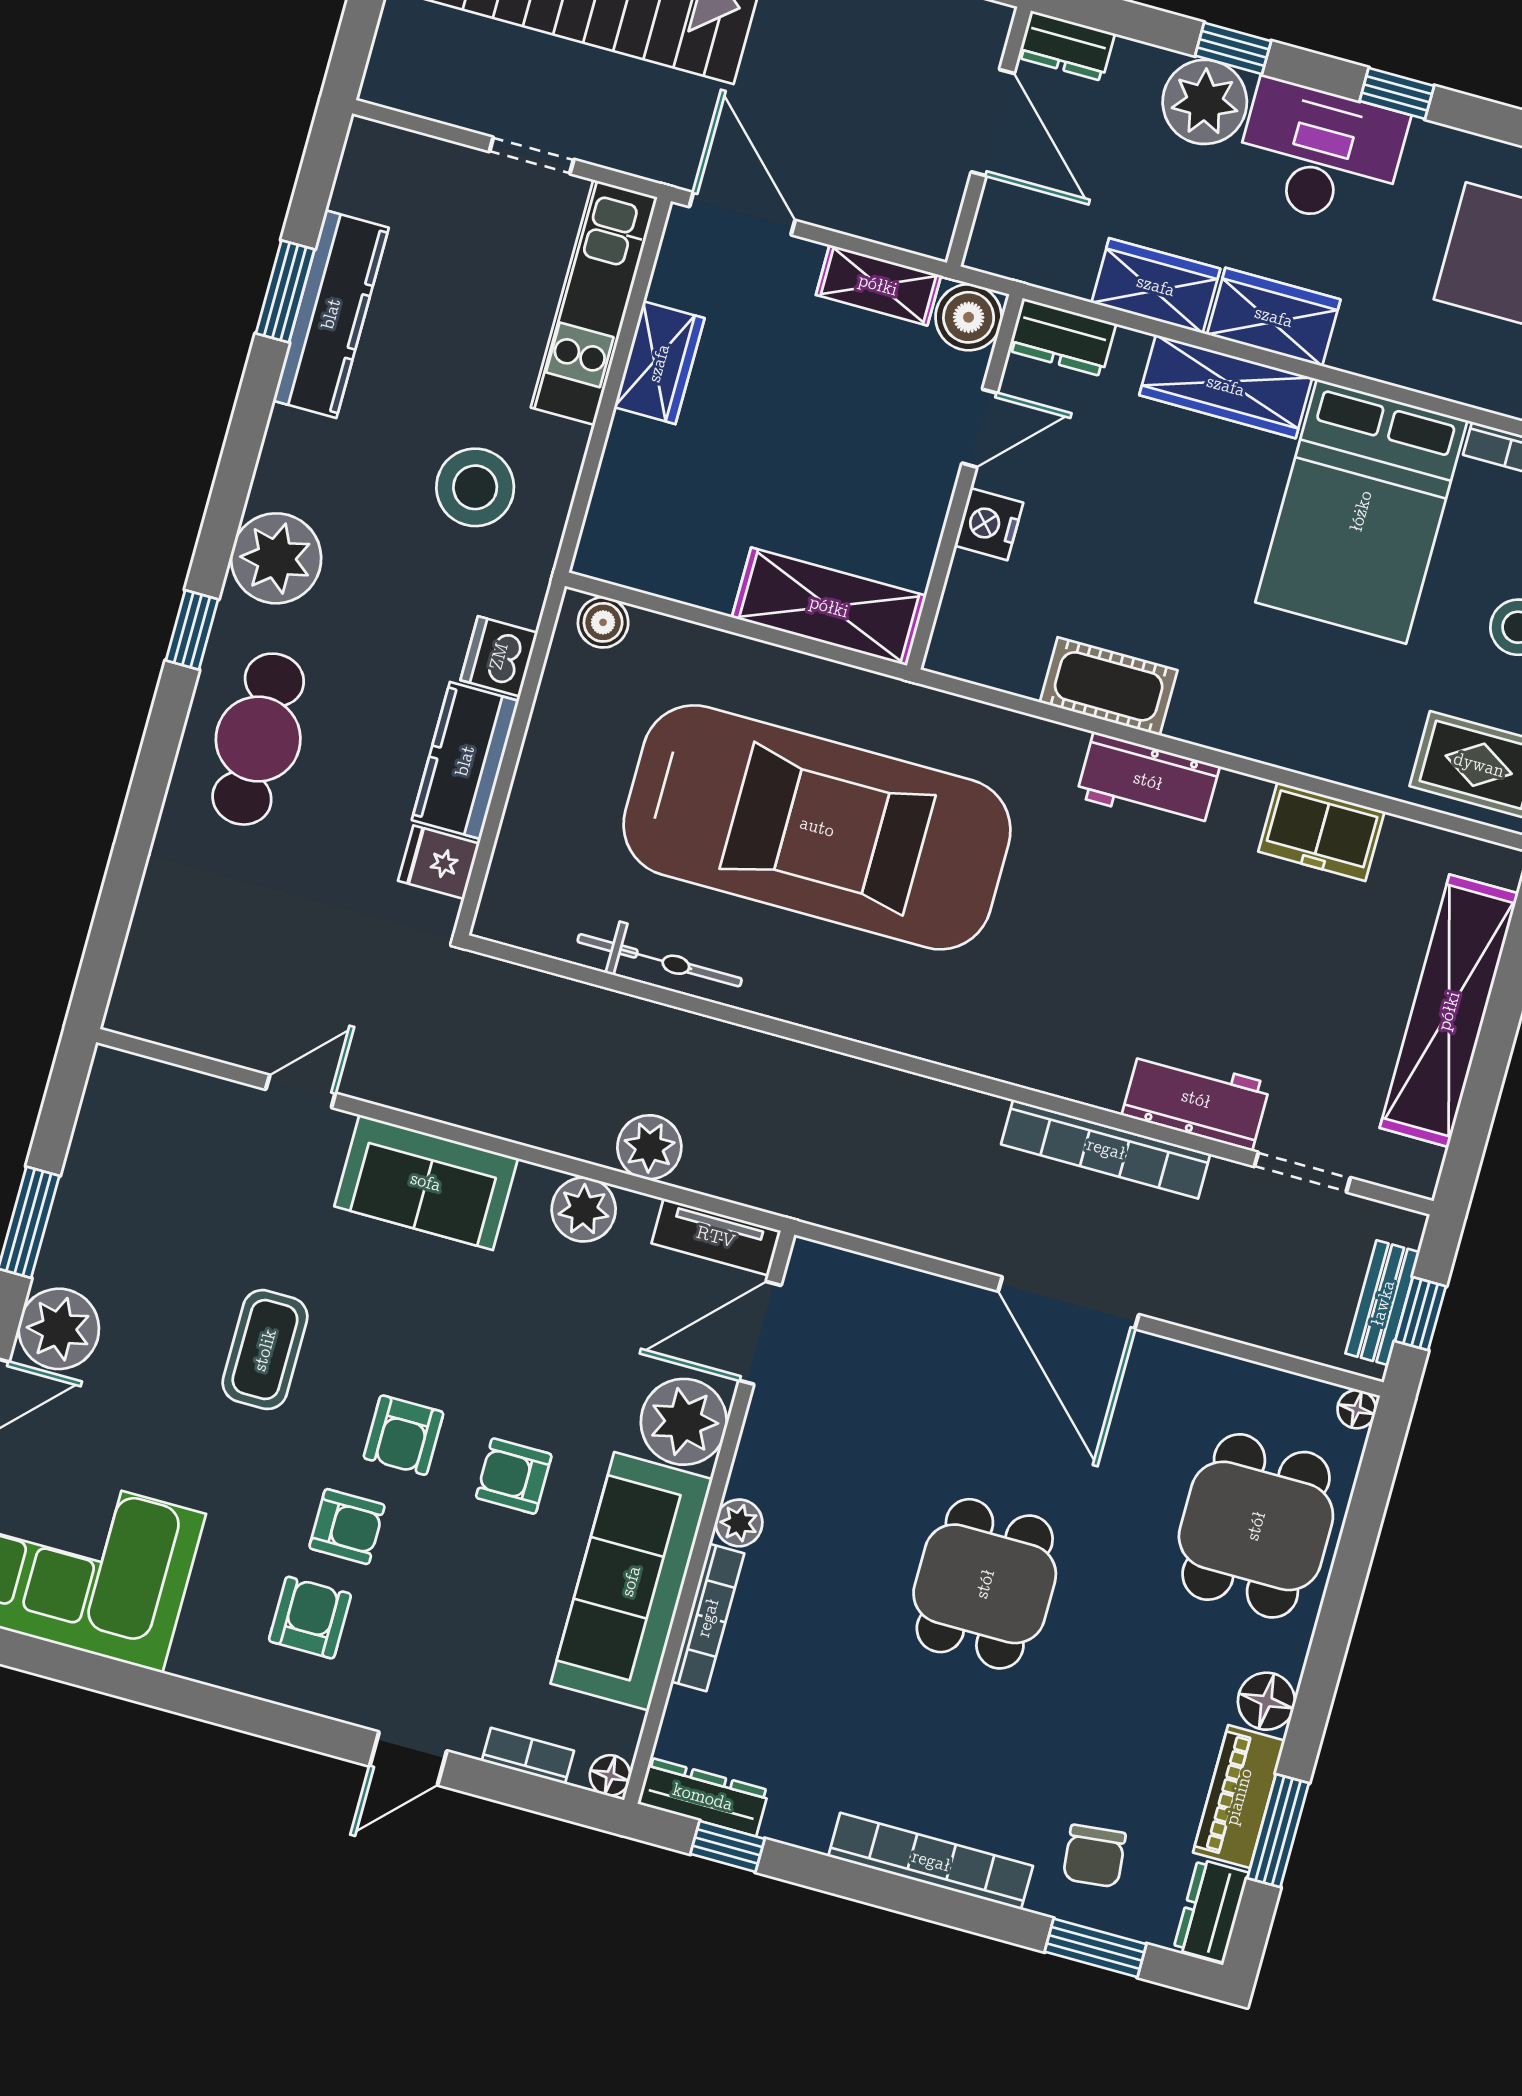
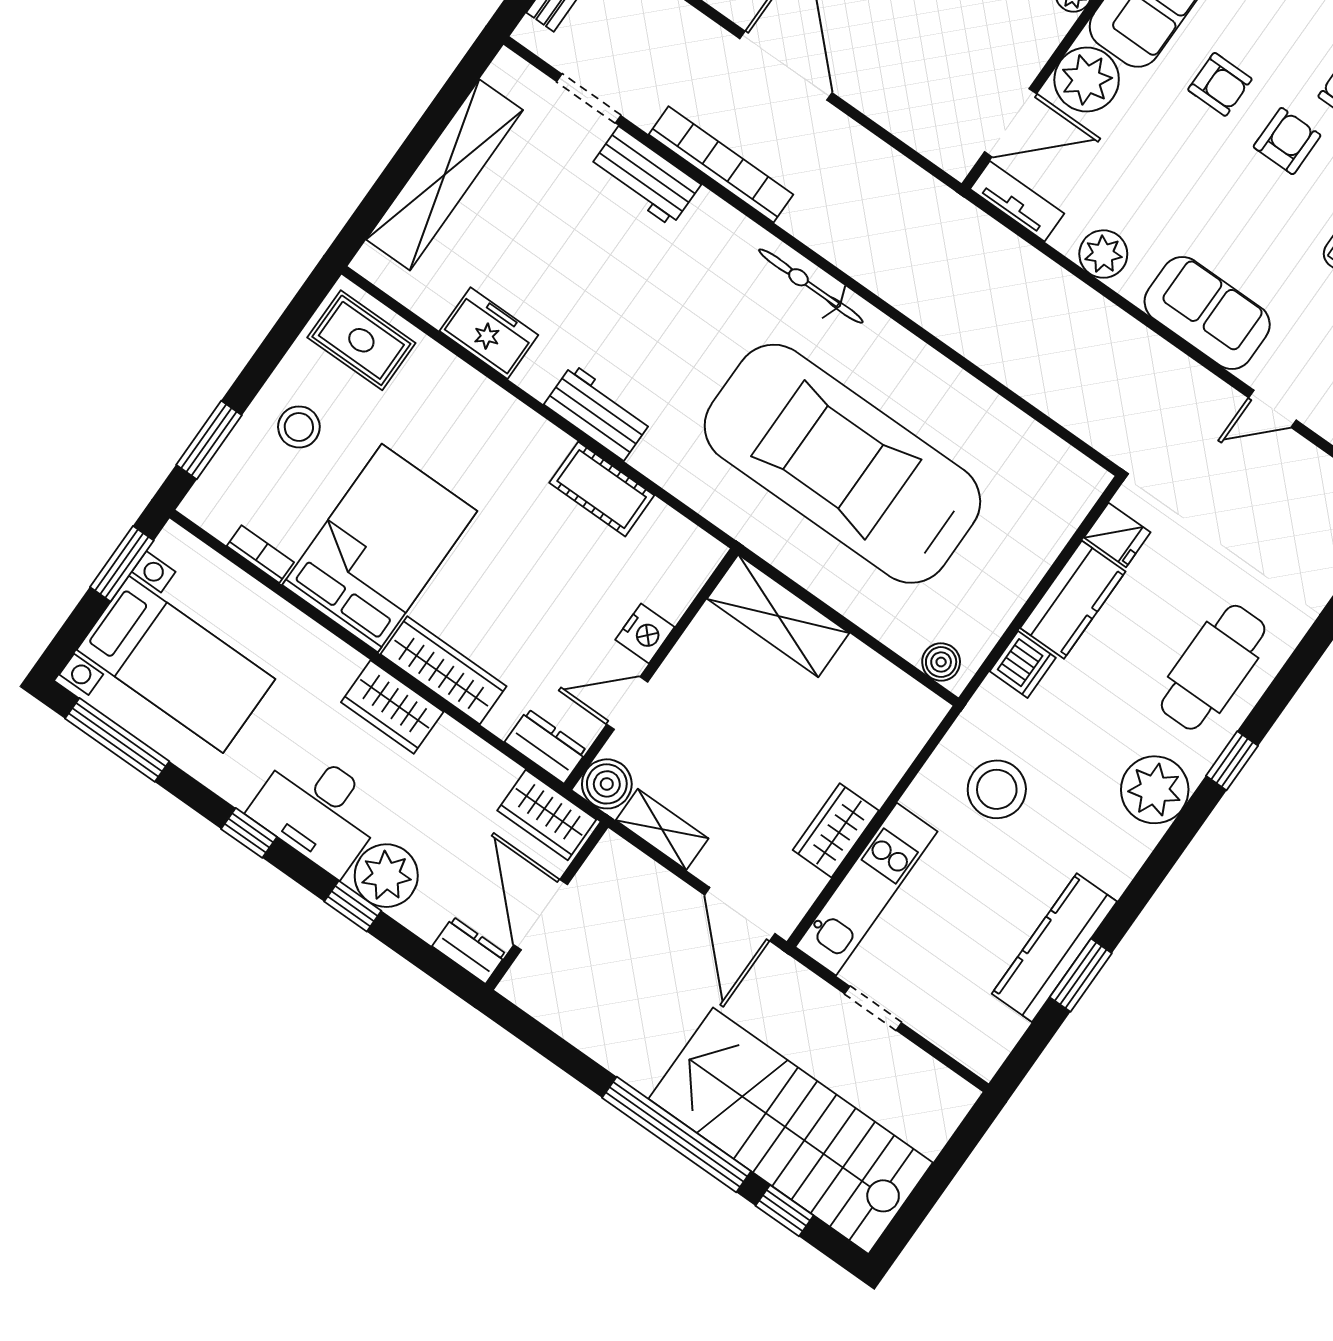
wardrobe: (1156, 286) -> (547, 815), moved
bicycle: (660, 960) -> (811, 286), moved
plant: (649, 1147) -> (1041, 281), removed

